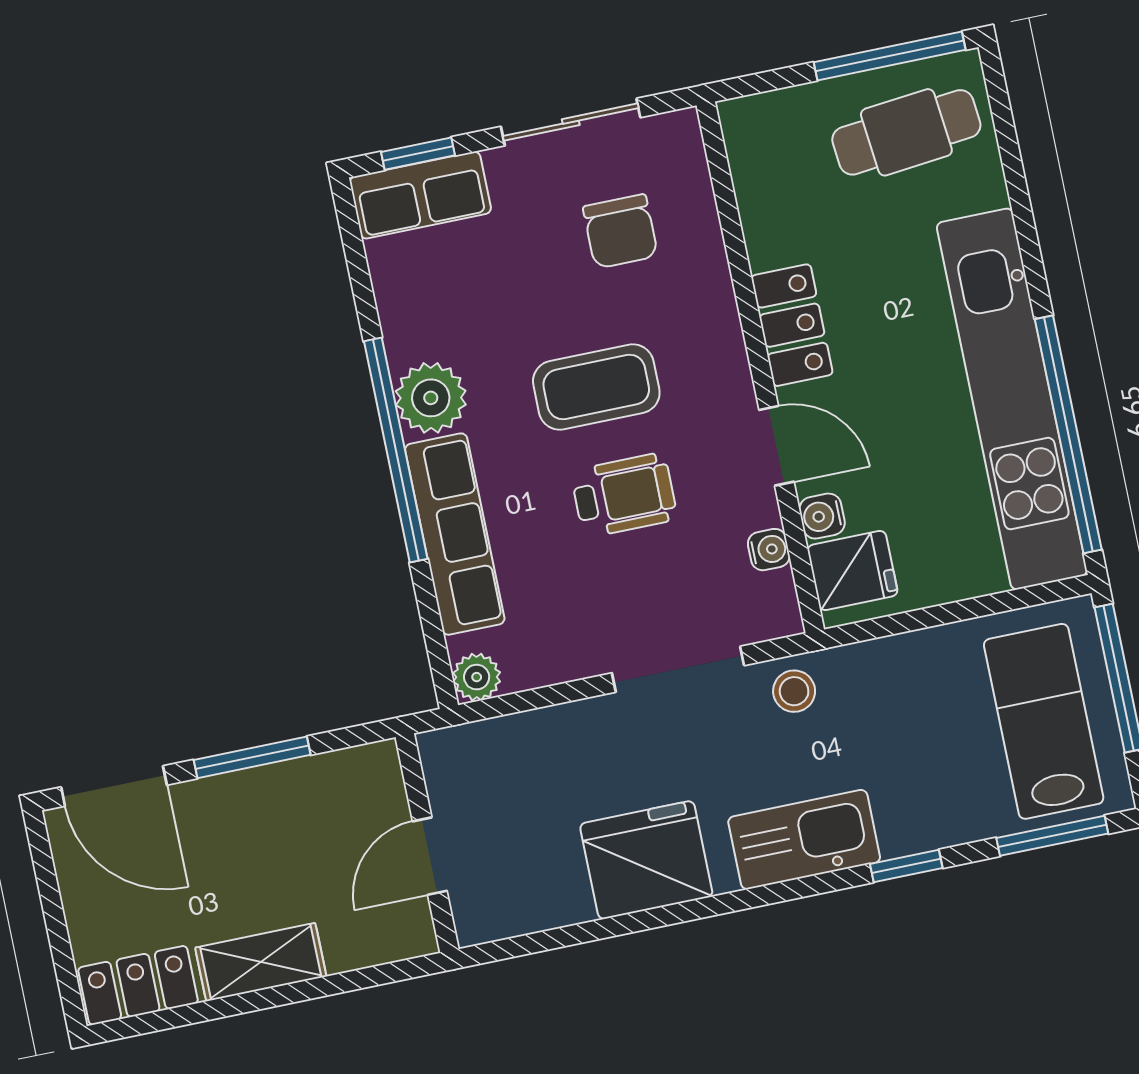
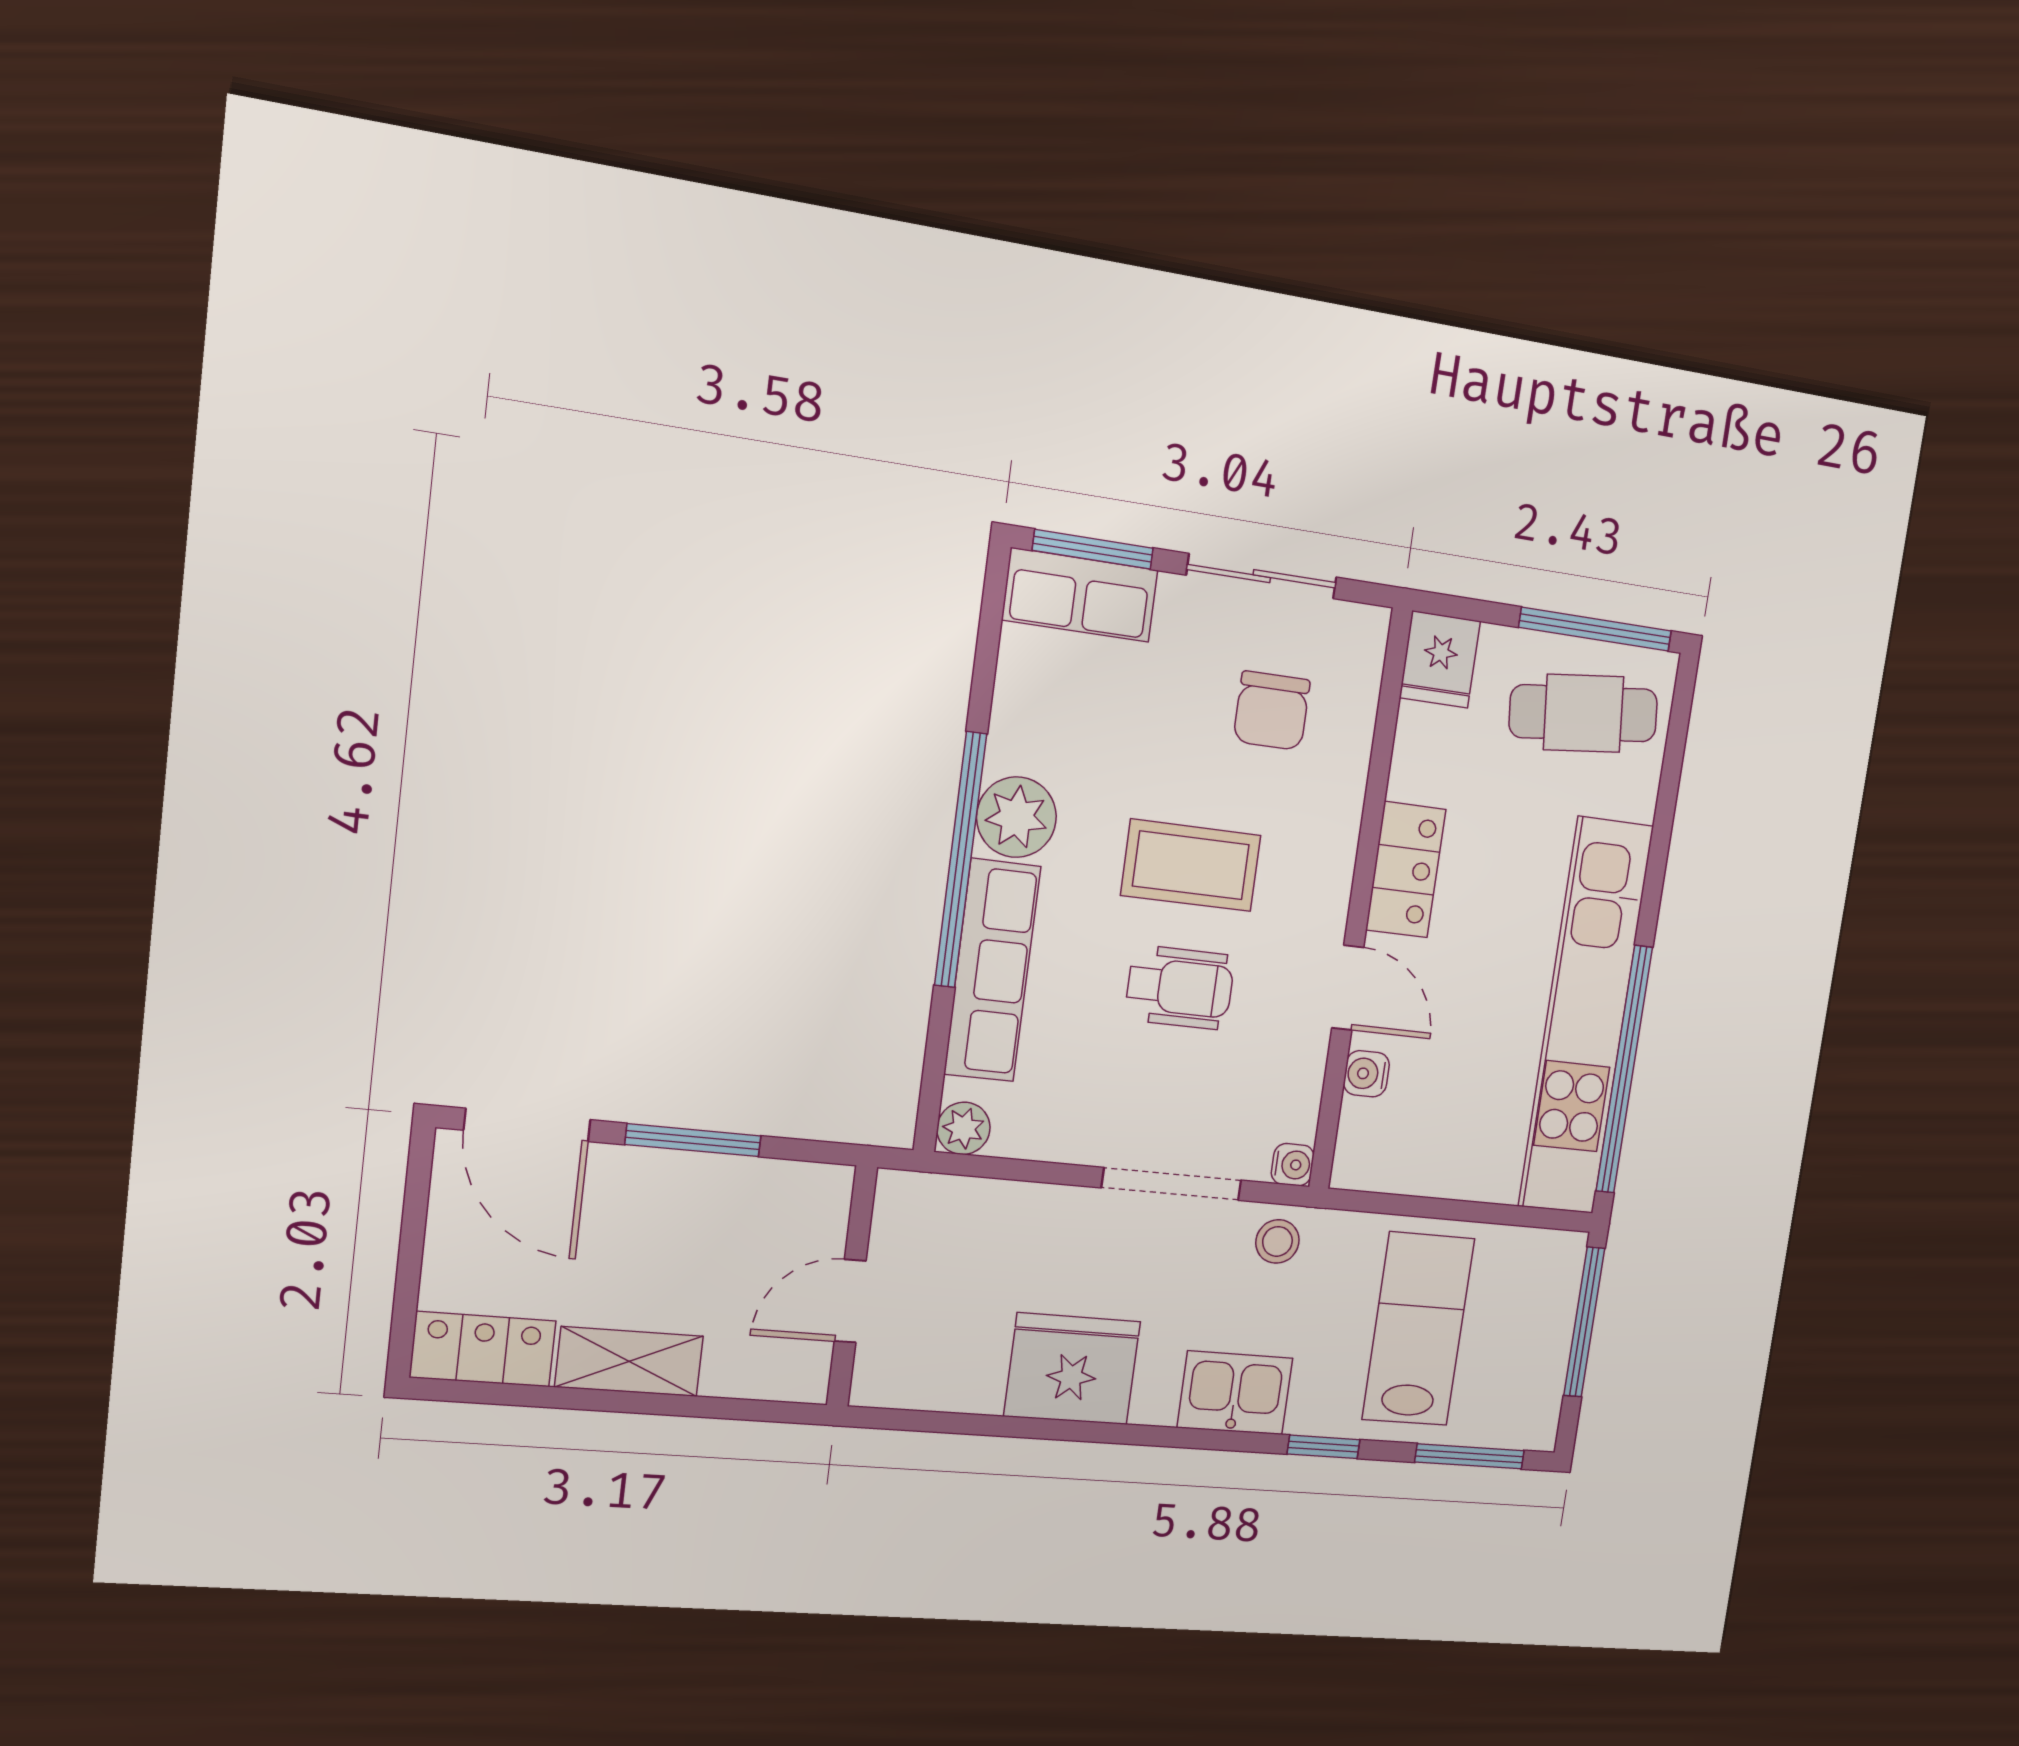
window: (418, 154) -> (1093, 549), width x1.50
water cooler: (769, 550) -> (1293, 1165), moved
fridge: (853, 571) -> (1440, 659), moved, turned 90
lab bench: (1044, 721) -> (1418, 1329), moved
kitchen sink: (804, 840) -> (1235, 1393), width x0.73

